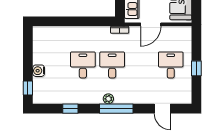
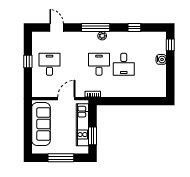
desk: (112, 65) -> (99, 64), turned 180
desk: (171, 65) -> (50, 64), turned 180

